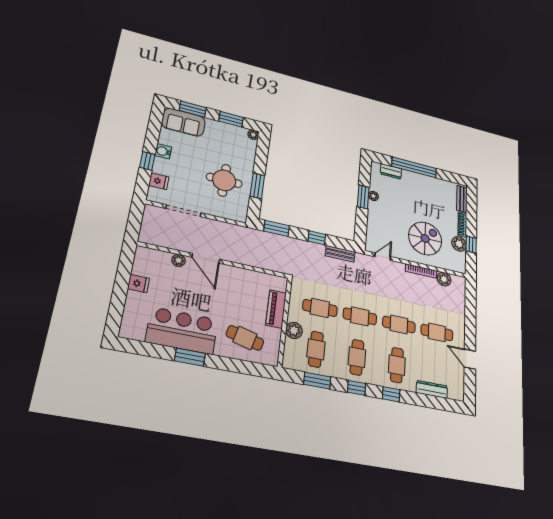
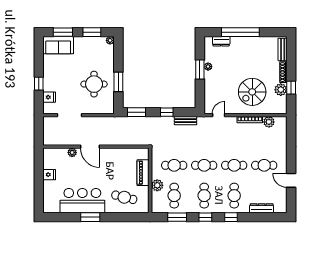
water cooler: (163, 151) -> (48, 73), removed
spiral stairs: (425, 238) -> (252, 92), turned 180

